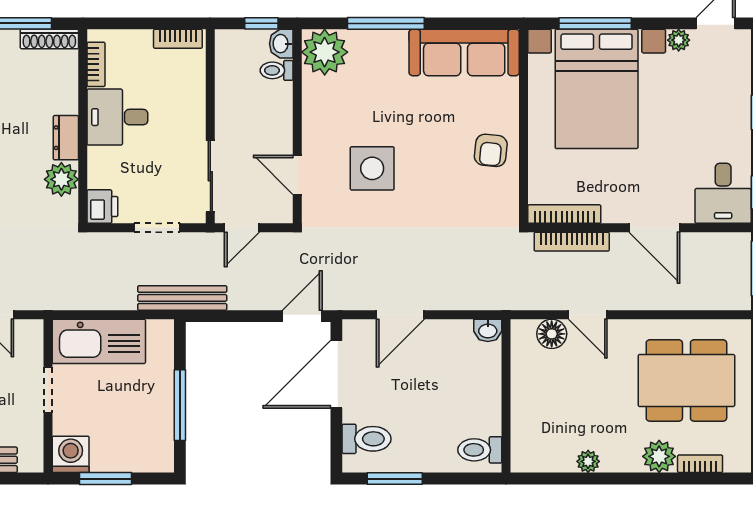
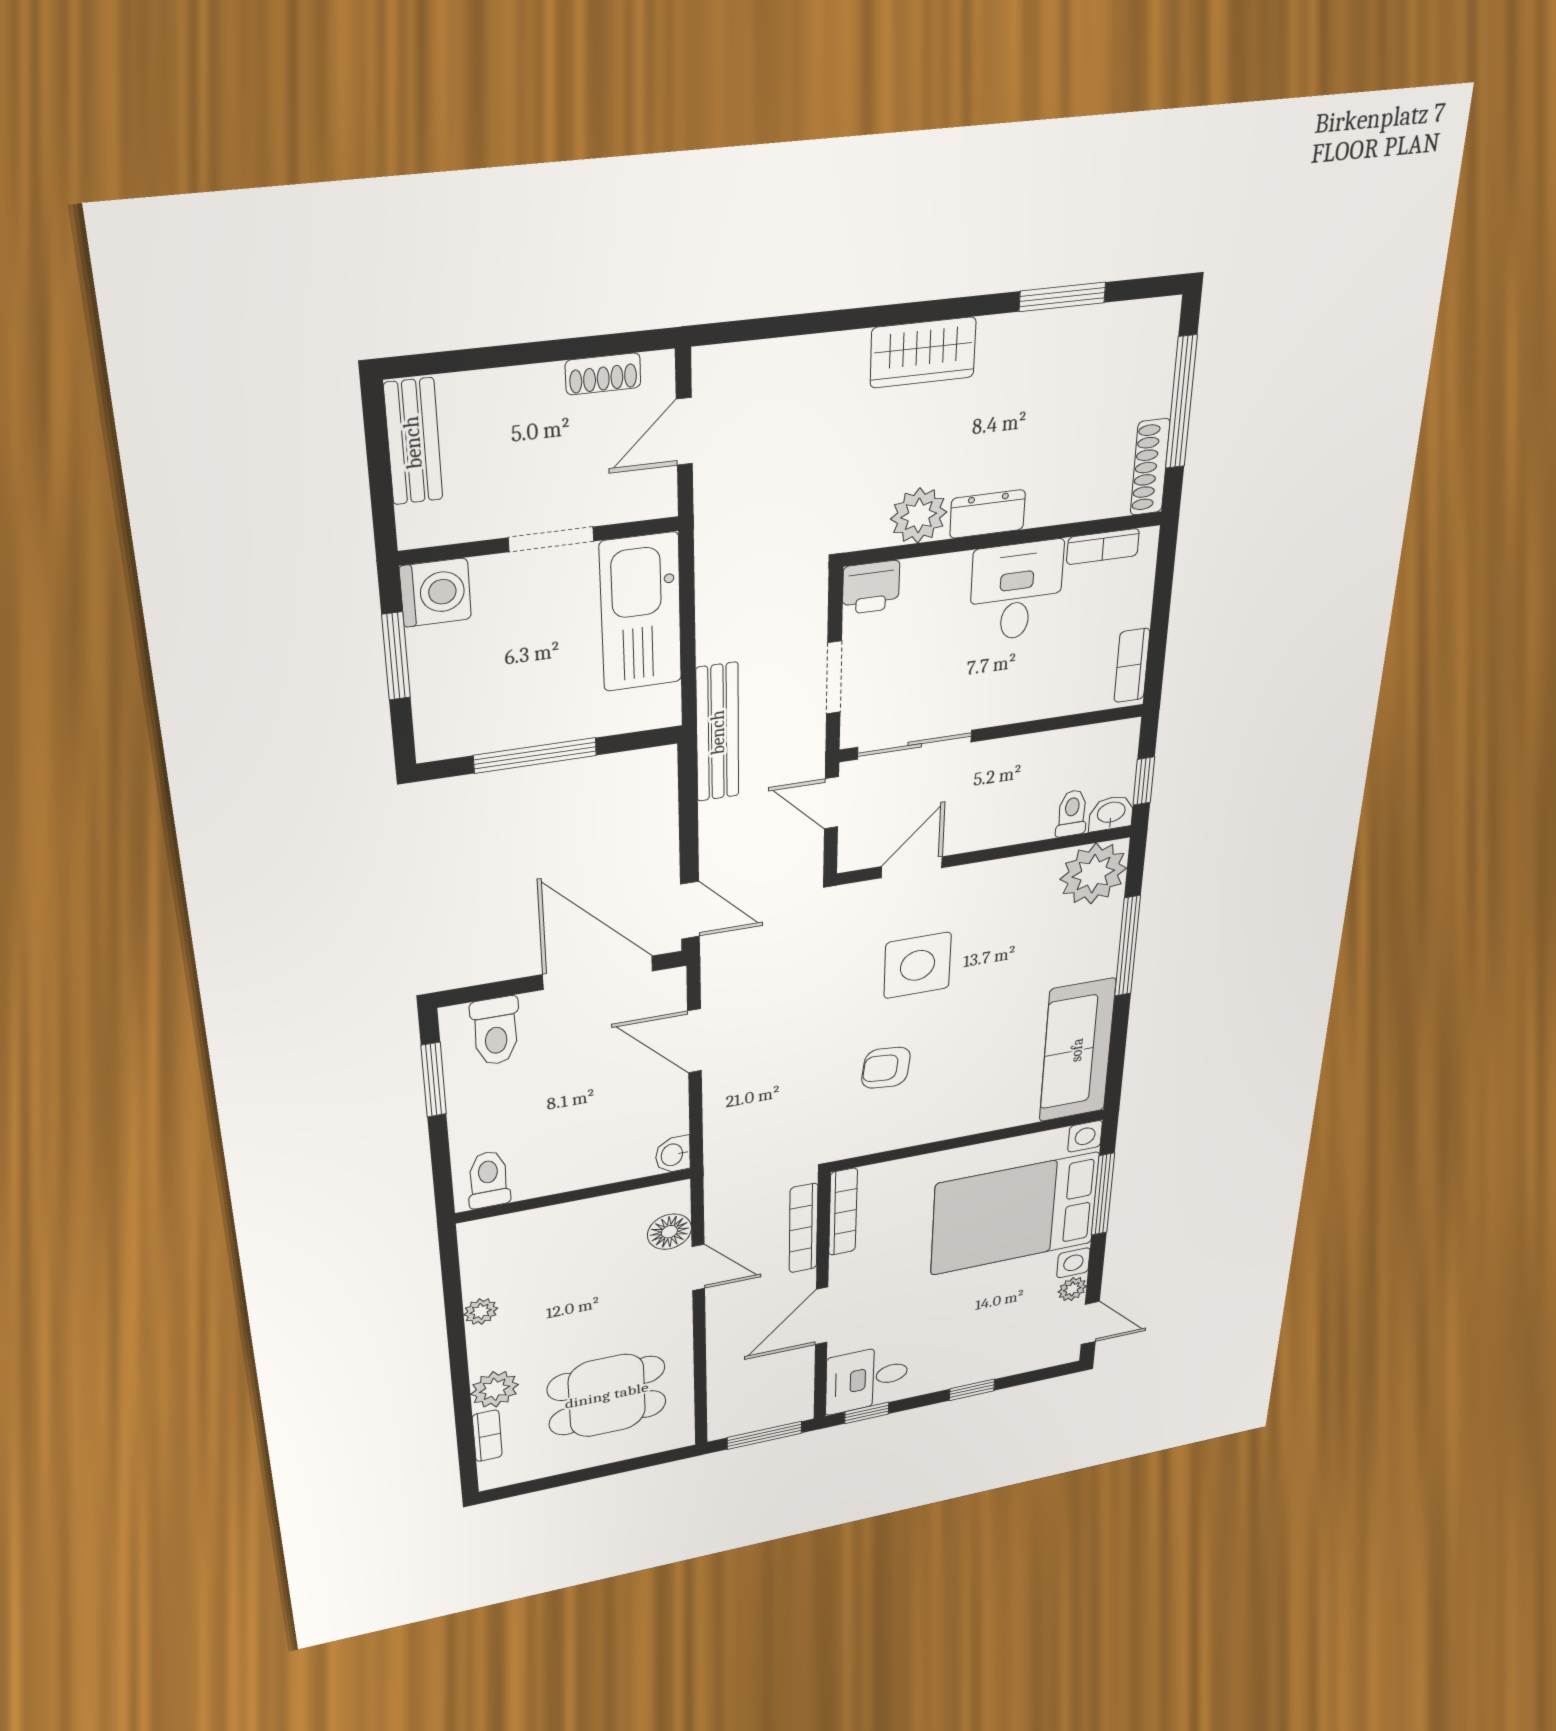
armchair: (491, 150) -> (886, 1068), moved
door: (588, 315) -> (698, 1267), swing flipped
dining table: (686, 380) -> (607, 1396), width x0.73

